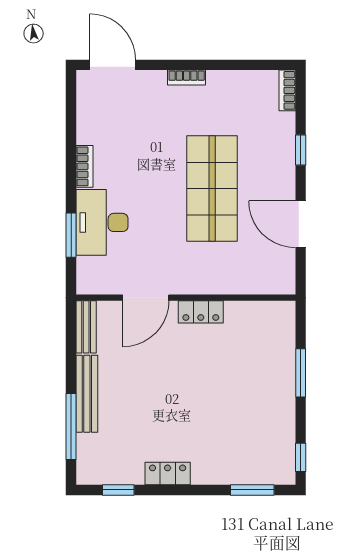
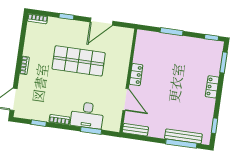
window: (71, 124) -> (39, 123), added
bench: (87, 394) -> (183, 136), moved
locker: (168, 474) -> (212, 87), moved

